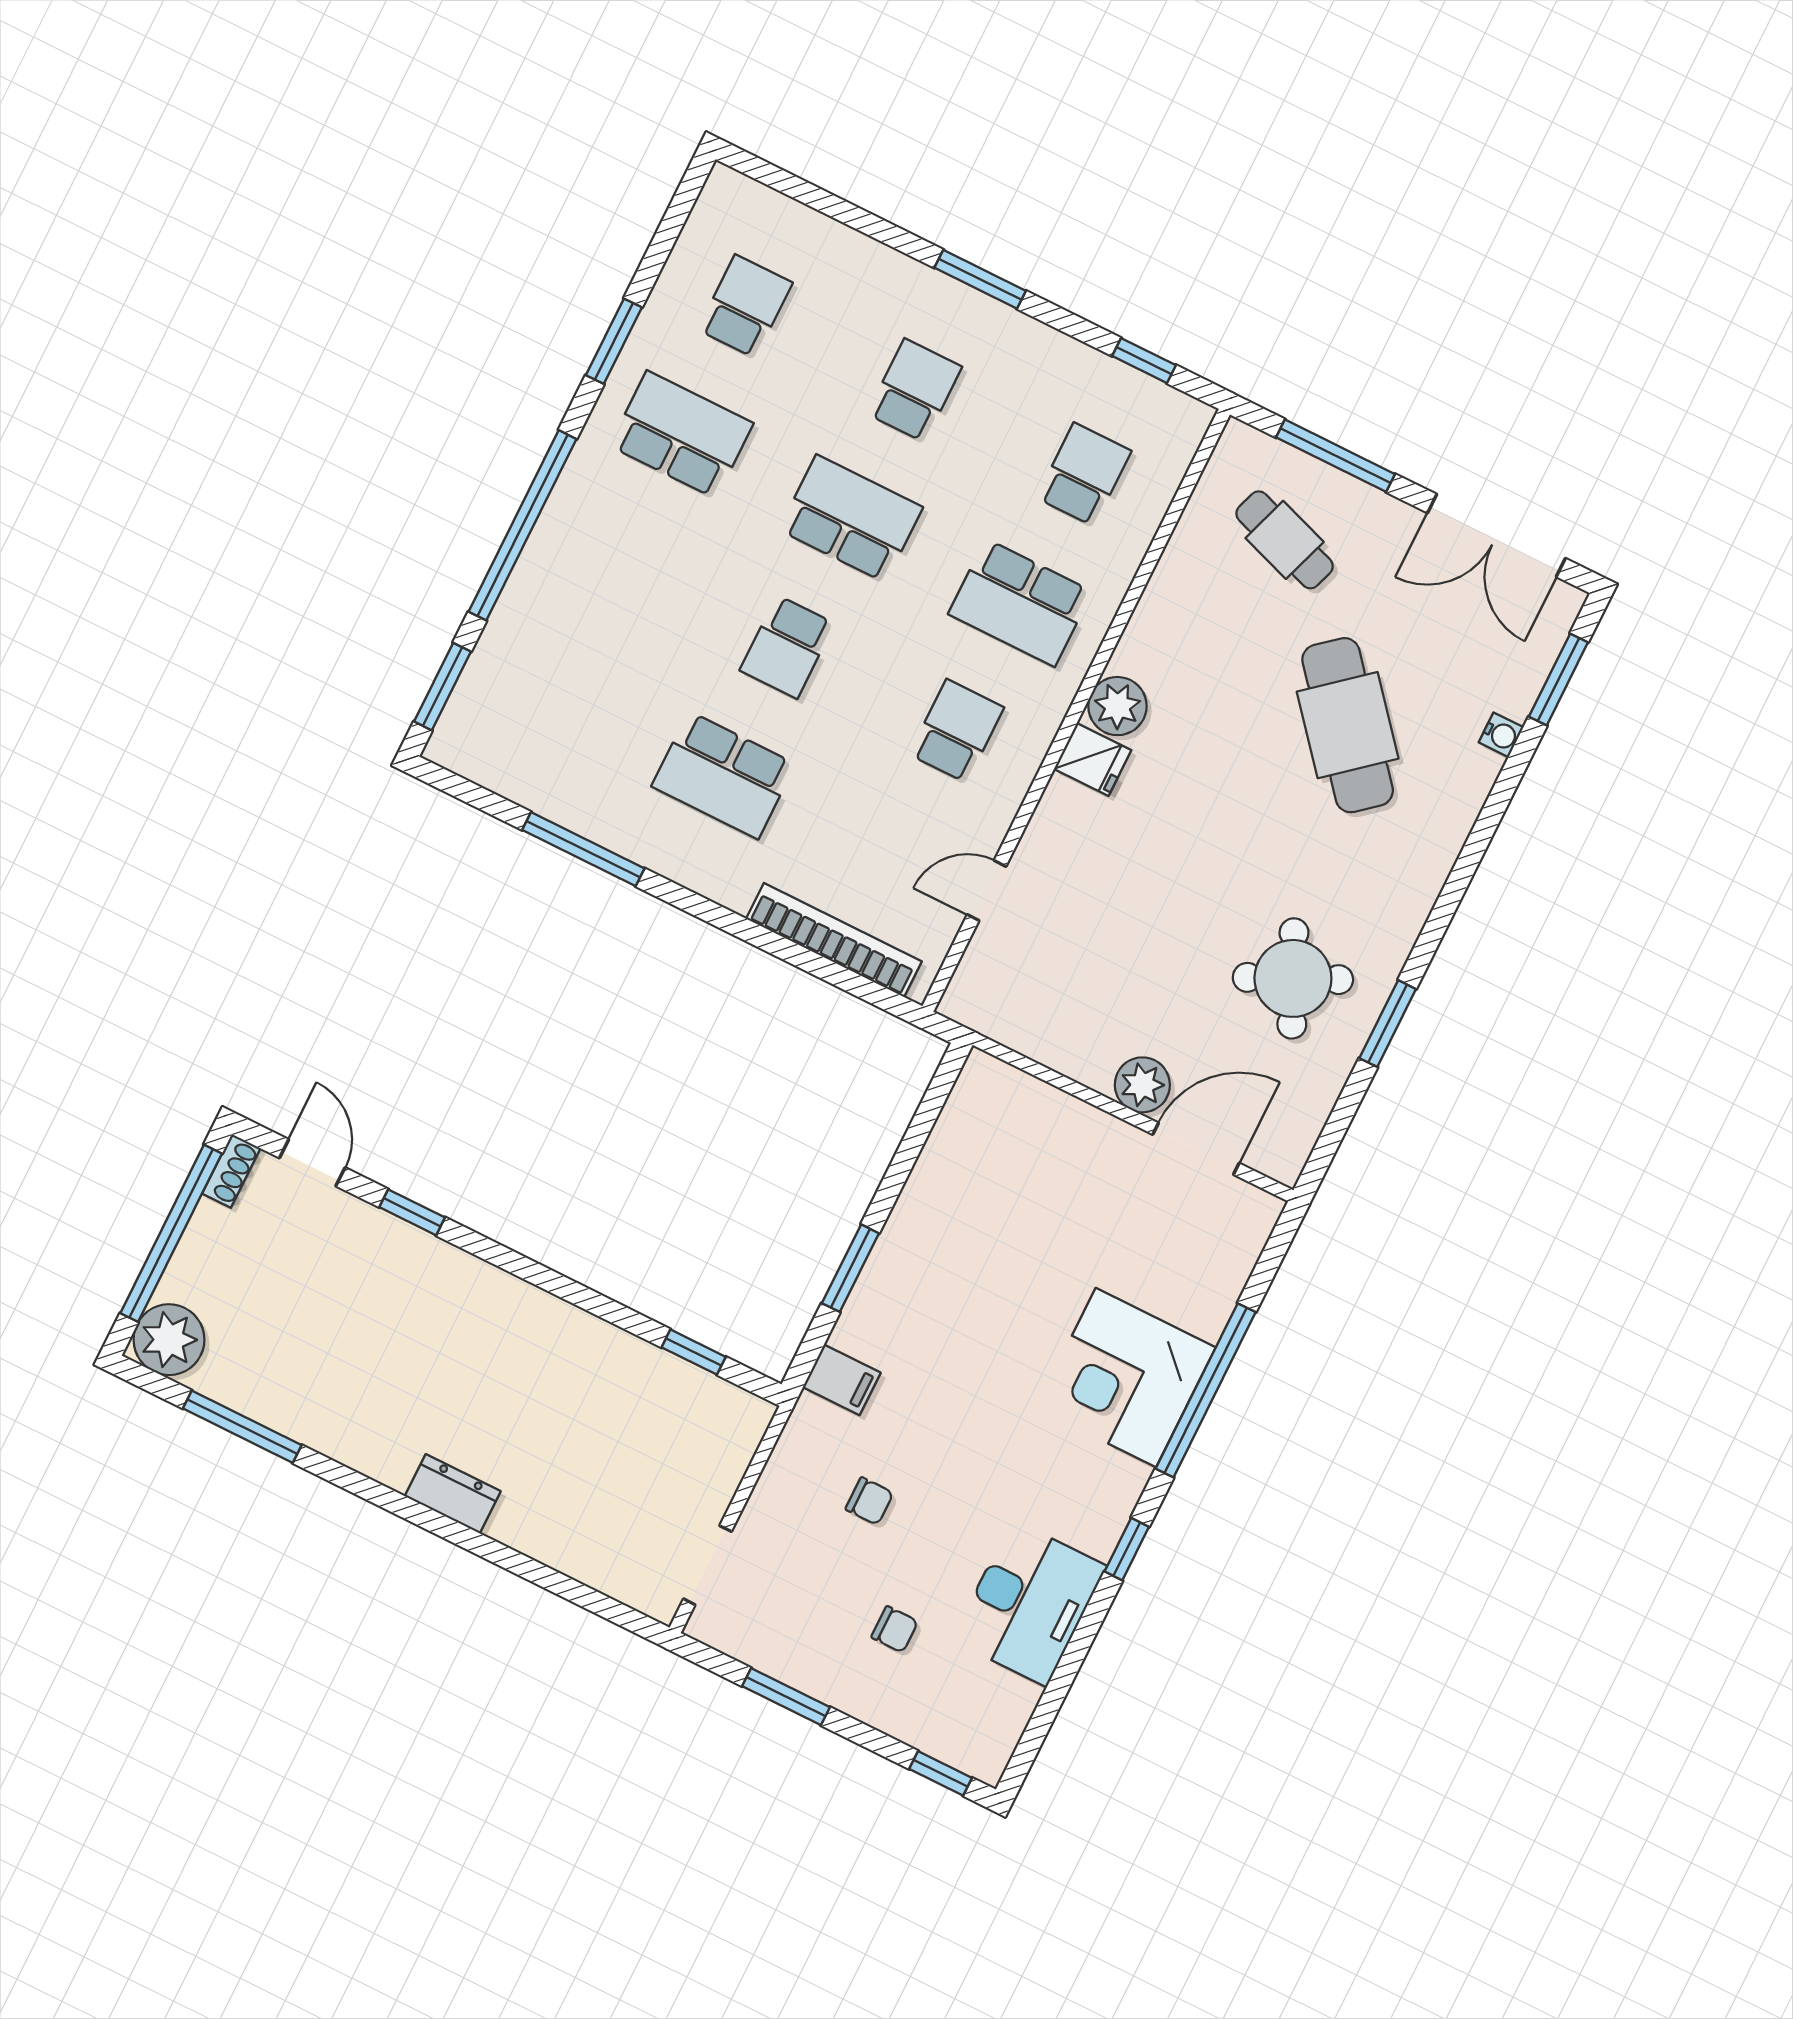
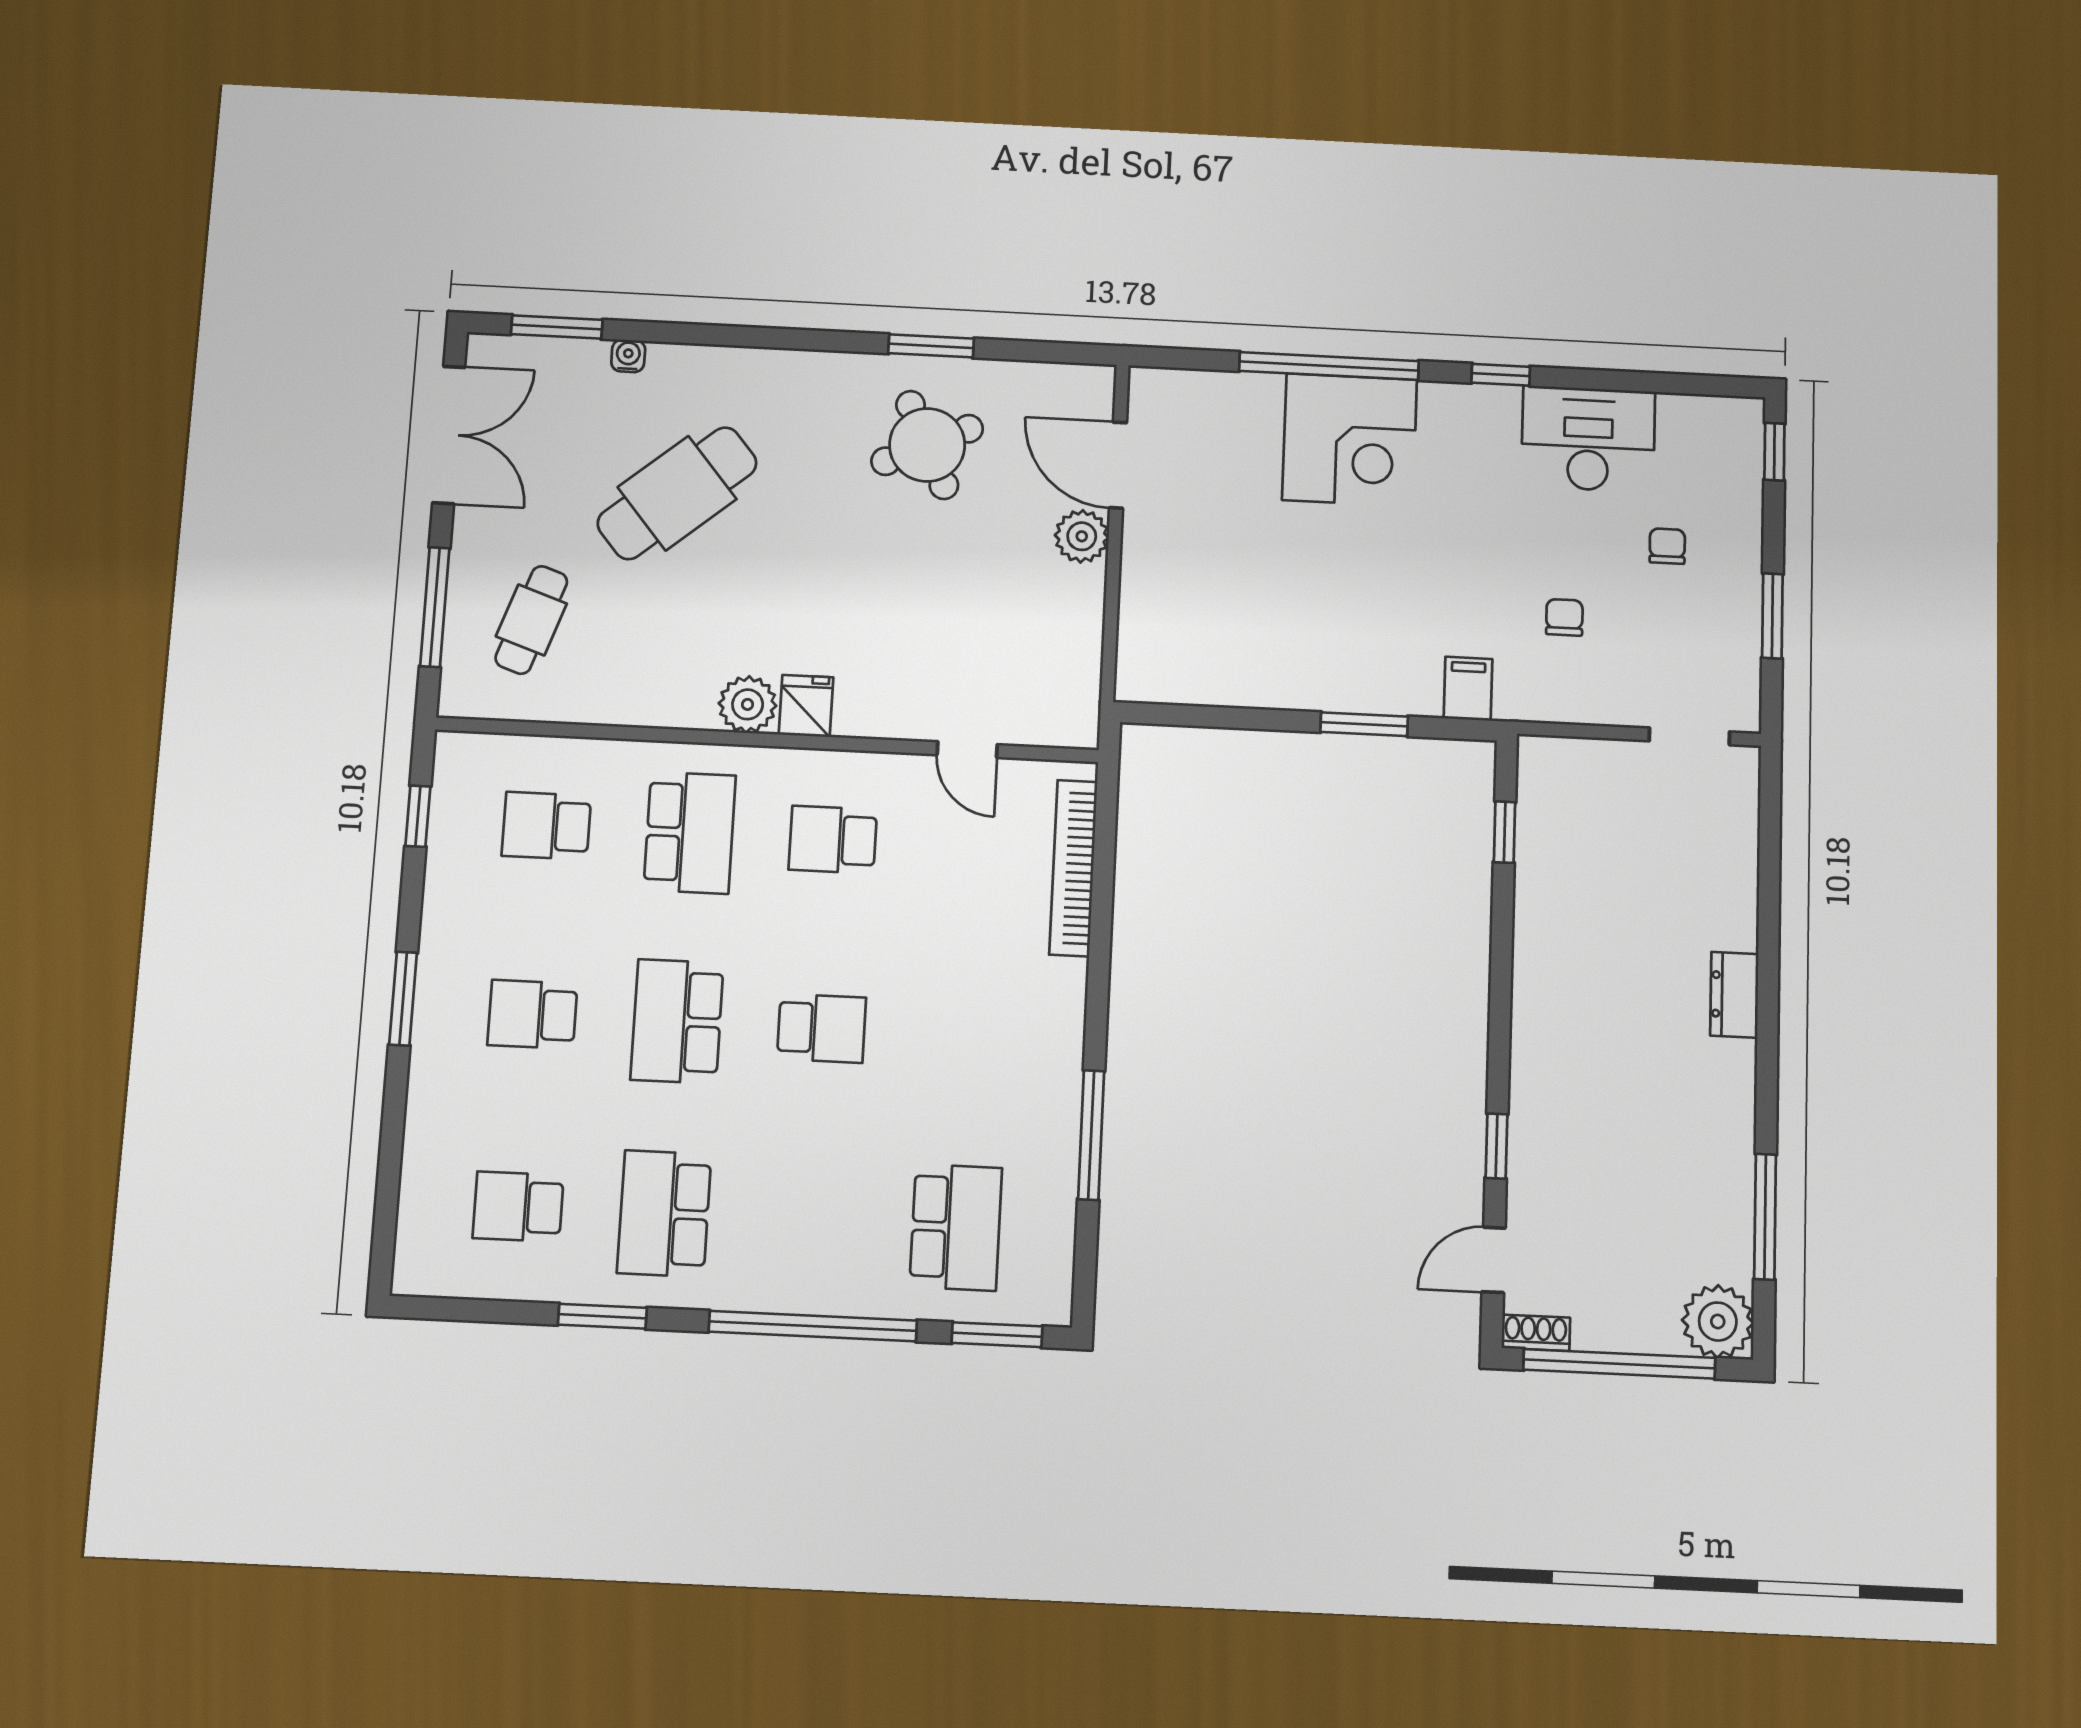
school desk: (723, 775) -> (956, 1227), moved

